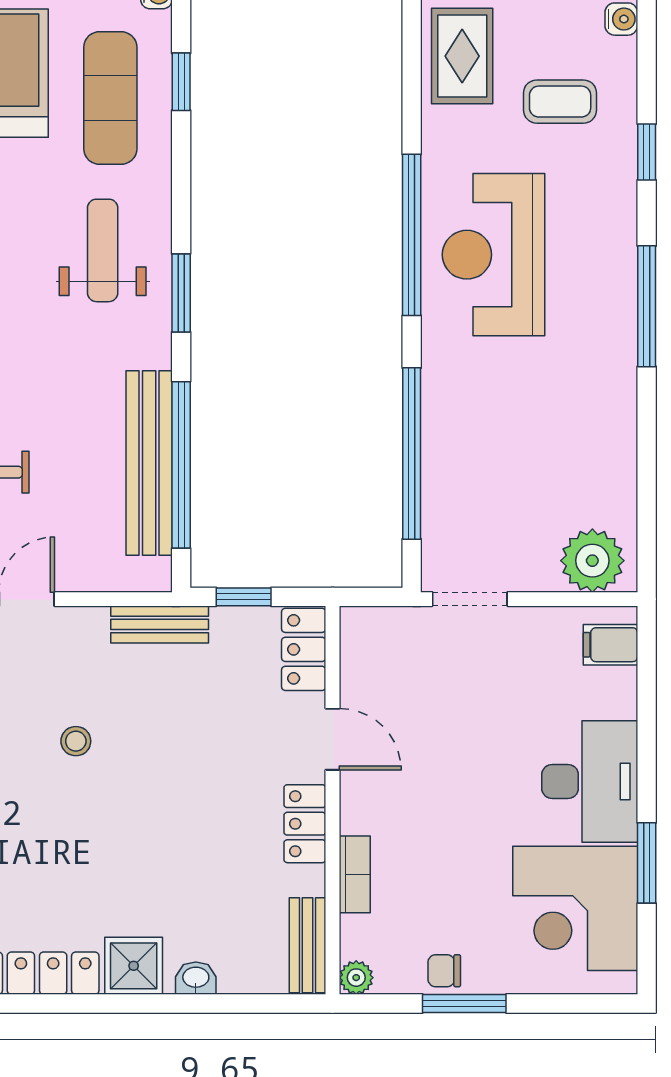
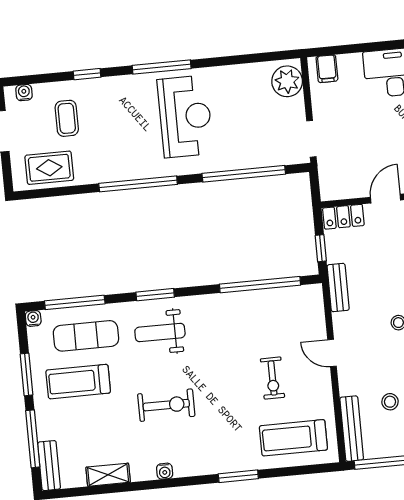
window: (181, 82) -> (75, 302), width x2.17
reception desk: (493, 255) -> (185, 116), moved, turned -90
window: (181, 293) -> (155, 295), moved
bench: (149, 463) -> (261, 300), removed

